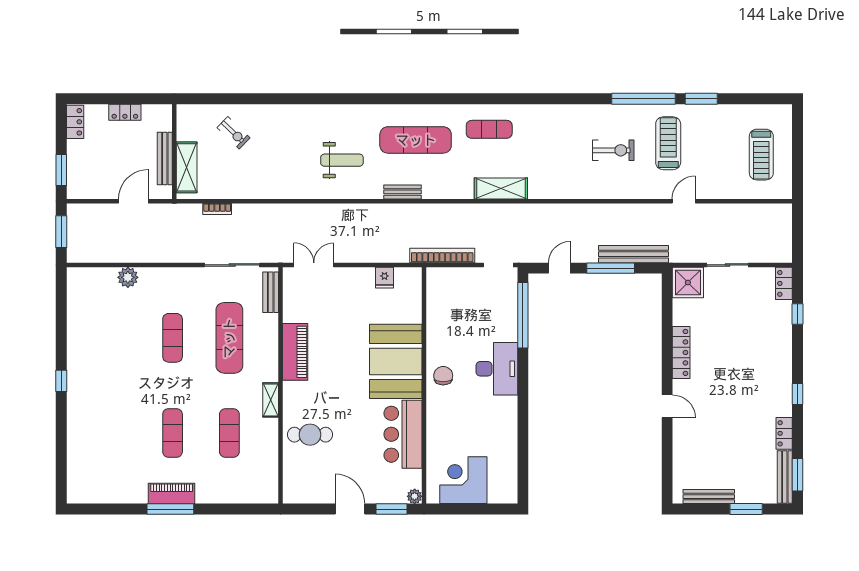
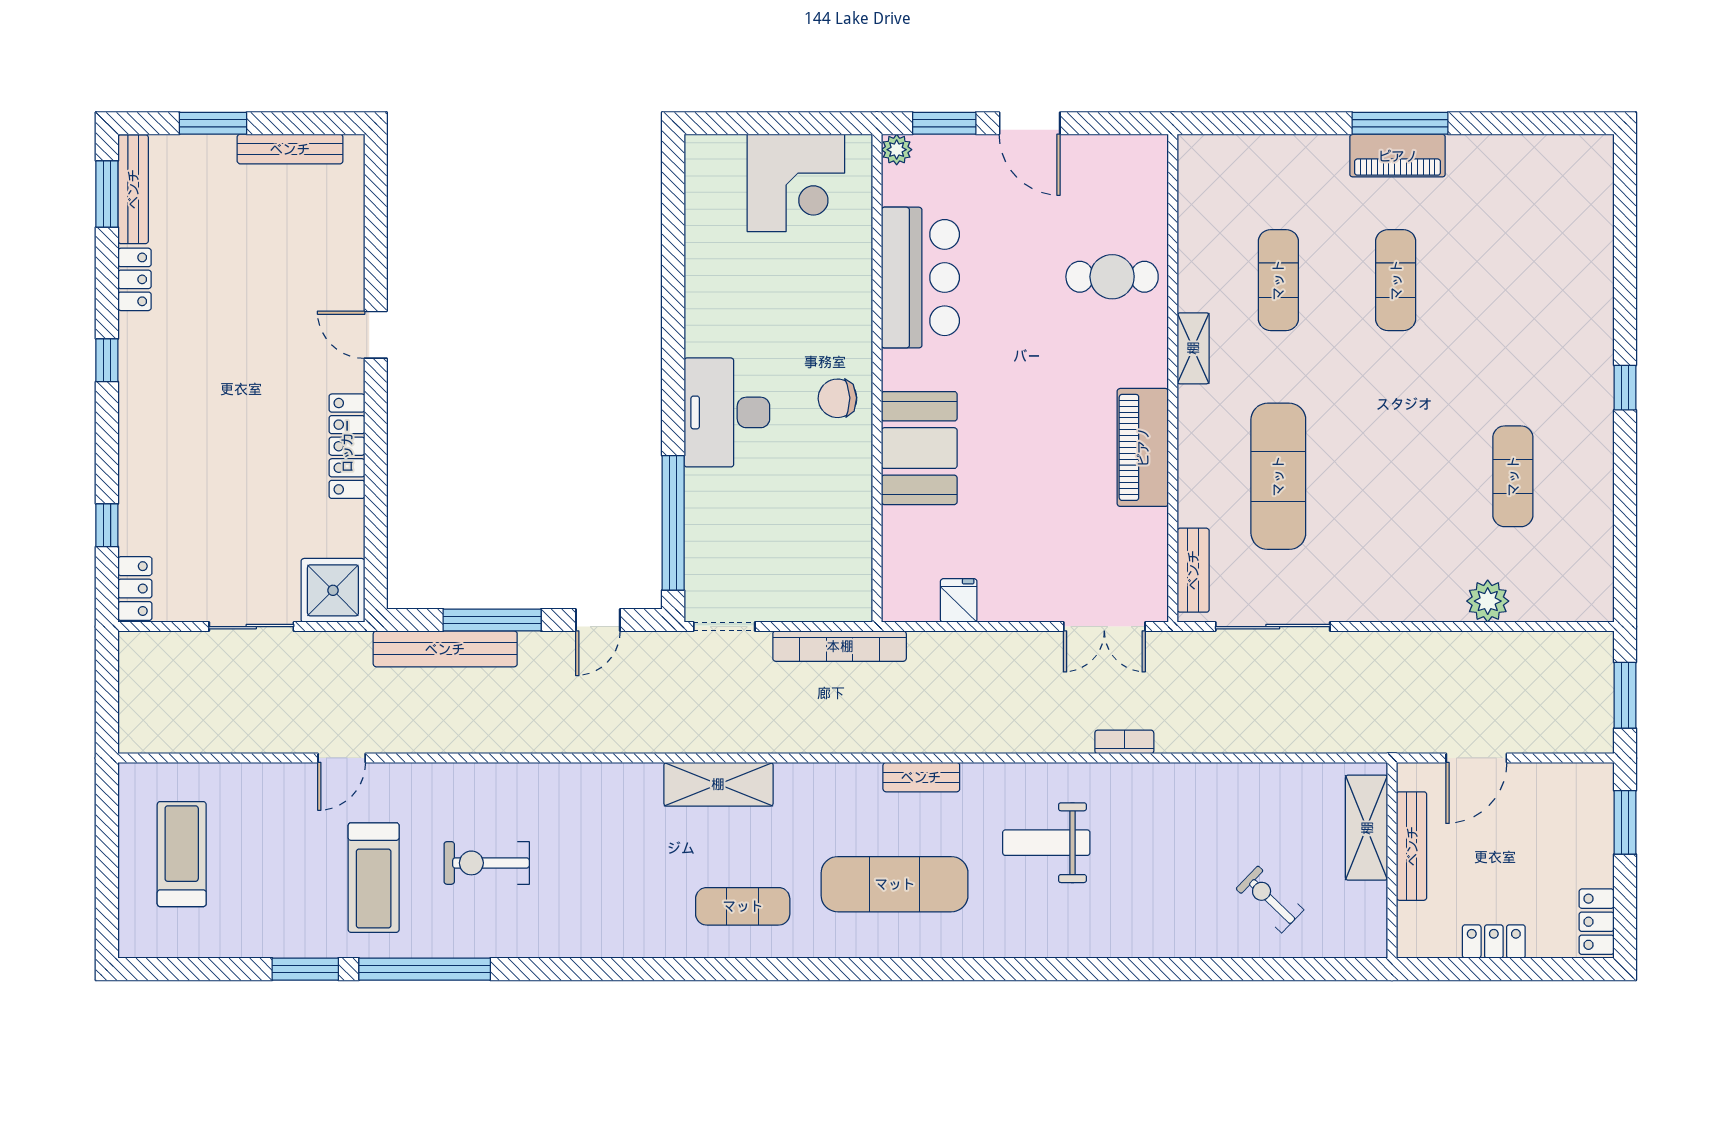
bookcase: (217, 209) -> (1124, 742), moved
exercise mat: (173, 338) -> (1513, 476), moved
booth: (396, 361) -> (919, 448), width x0.73, depth x0.70
chair: (443, 376) -> (837, 398), turned 88

